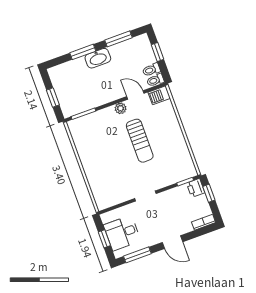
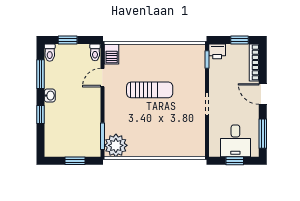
window: (83, 52) -> (40, 114), width x0.67
washbasin: (98, 58) -> (50, 96), width x0.52, depth x0.69
toilet: (151, 70) -> (50, 53), moved
plant: (121, 108) -> (116, 145), moved, width x1.88, depth x1.88
window: (209, 193) -> (240, 40), moved
bookcase: (204, 222) -> (254, 62), width x1.56
door: (173, 242) -> (263, 94), swing flipped

